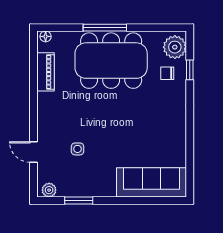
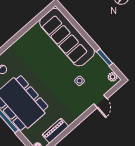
sofa: (152, 182) -> (67, 37), width x1.36, depth x1.27

